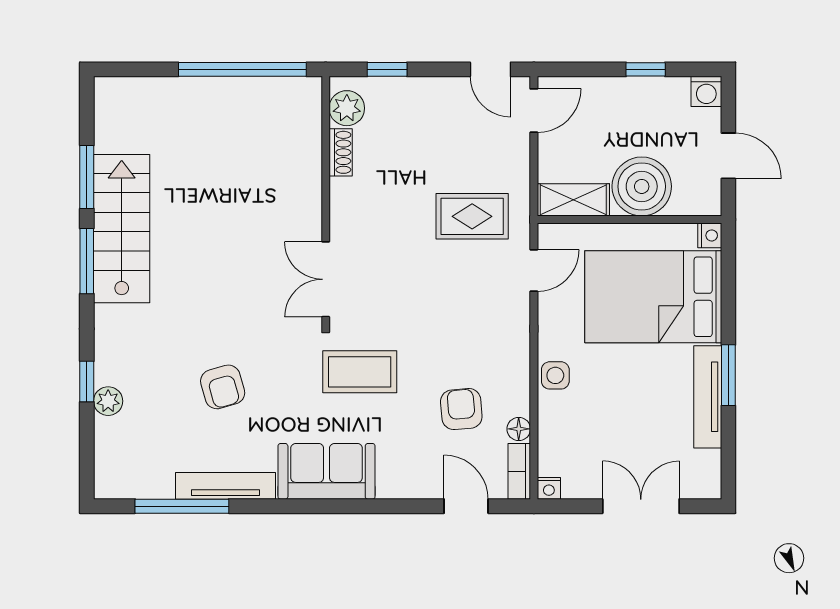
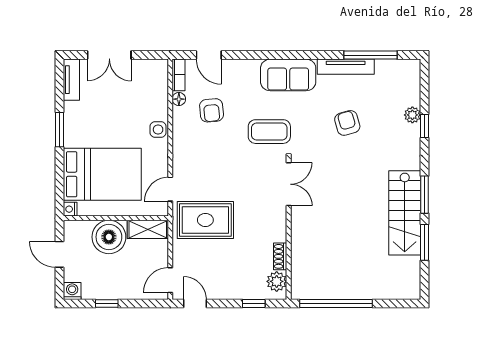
rug: (472, 216) -> (205, 220), width x1.36, depth x1.43
tv unit: (708, 397) -> (71, 80), moved, width x0.71
nightstand: (549, 488) -> (162, 65), removed

